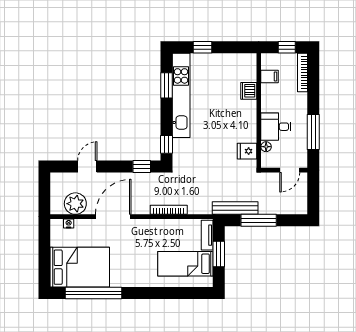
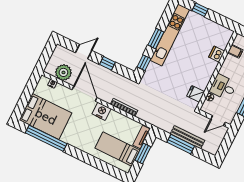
window: (166, 85) -> (156, 39), moved
window: (142, 167) -> (107, 63), moved
bench: (235, 208) -> (187, 137), moved
door: (113, 217) -> (85, 94), hinge flipped
nightstand: (144, 228) -> (101, 111), added

